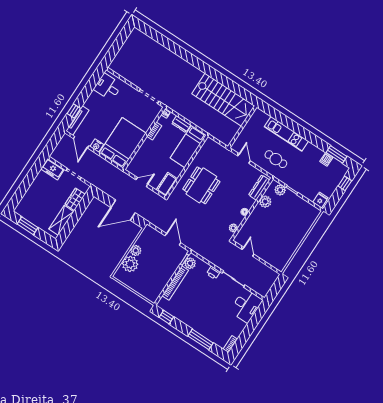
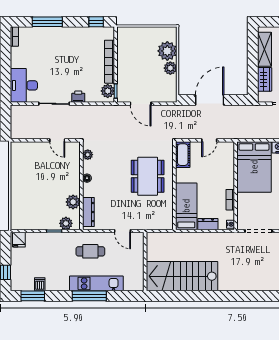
window: (297, 128) -> (89, 296), added

